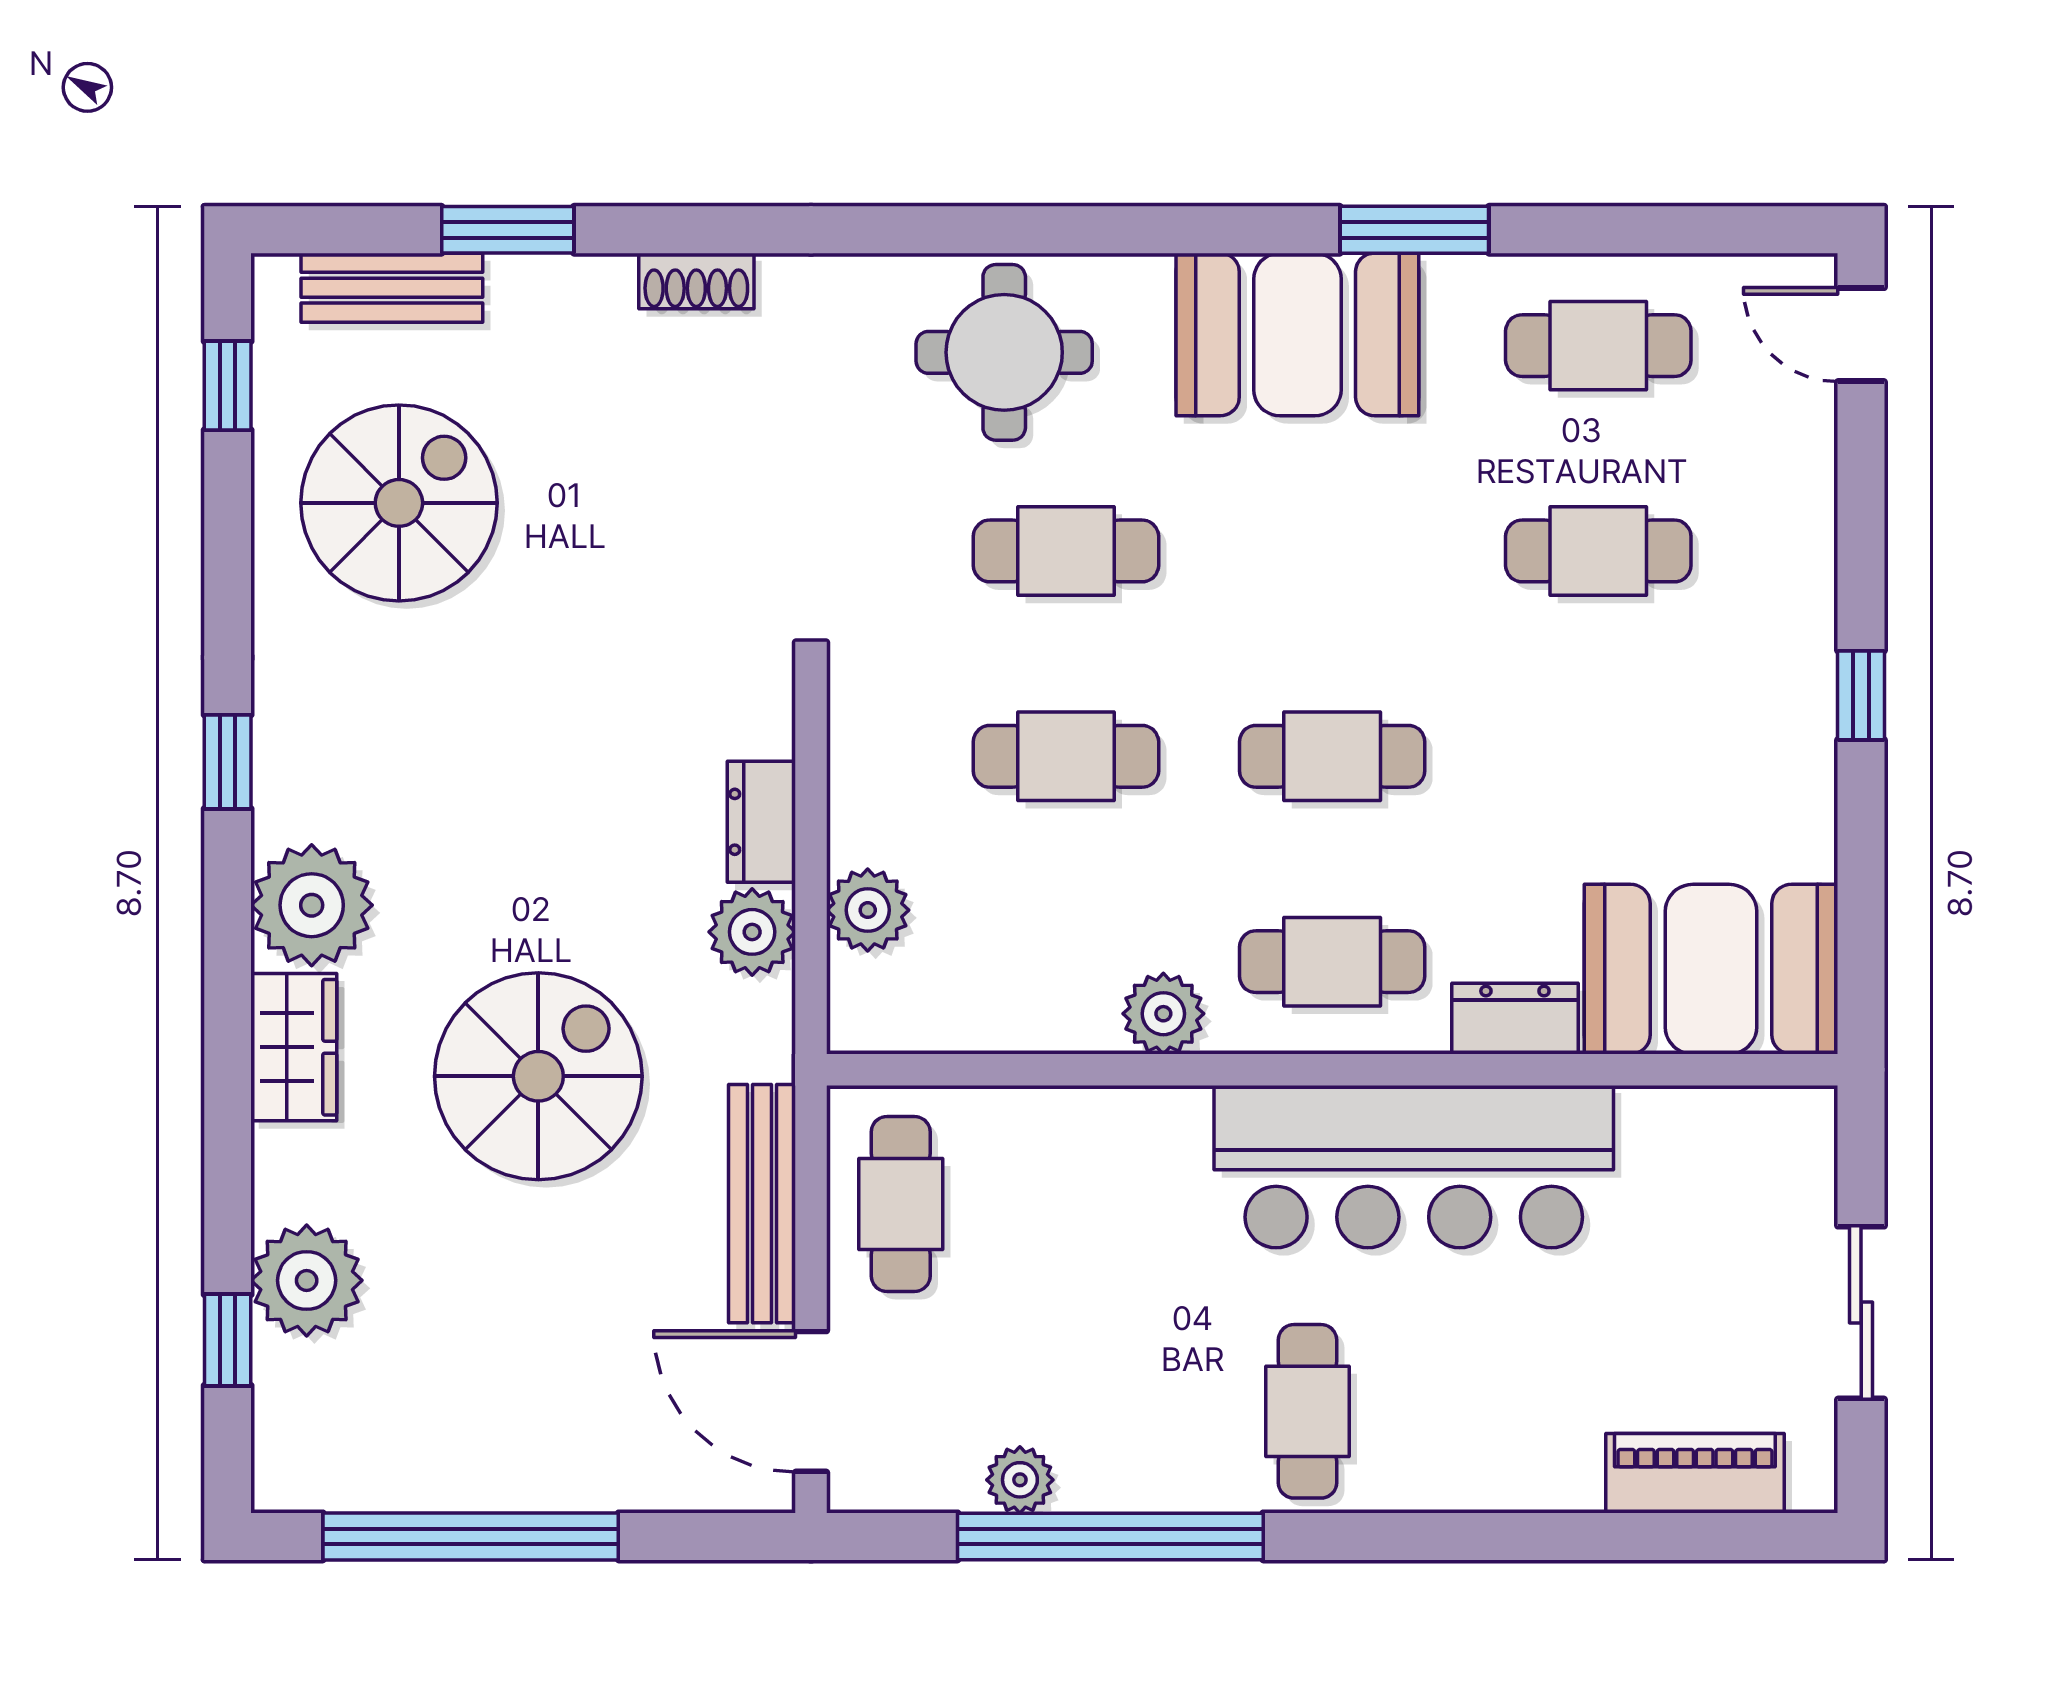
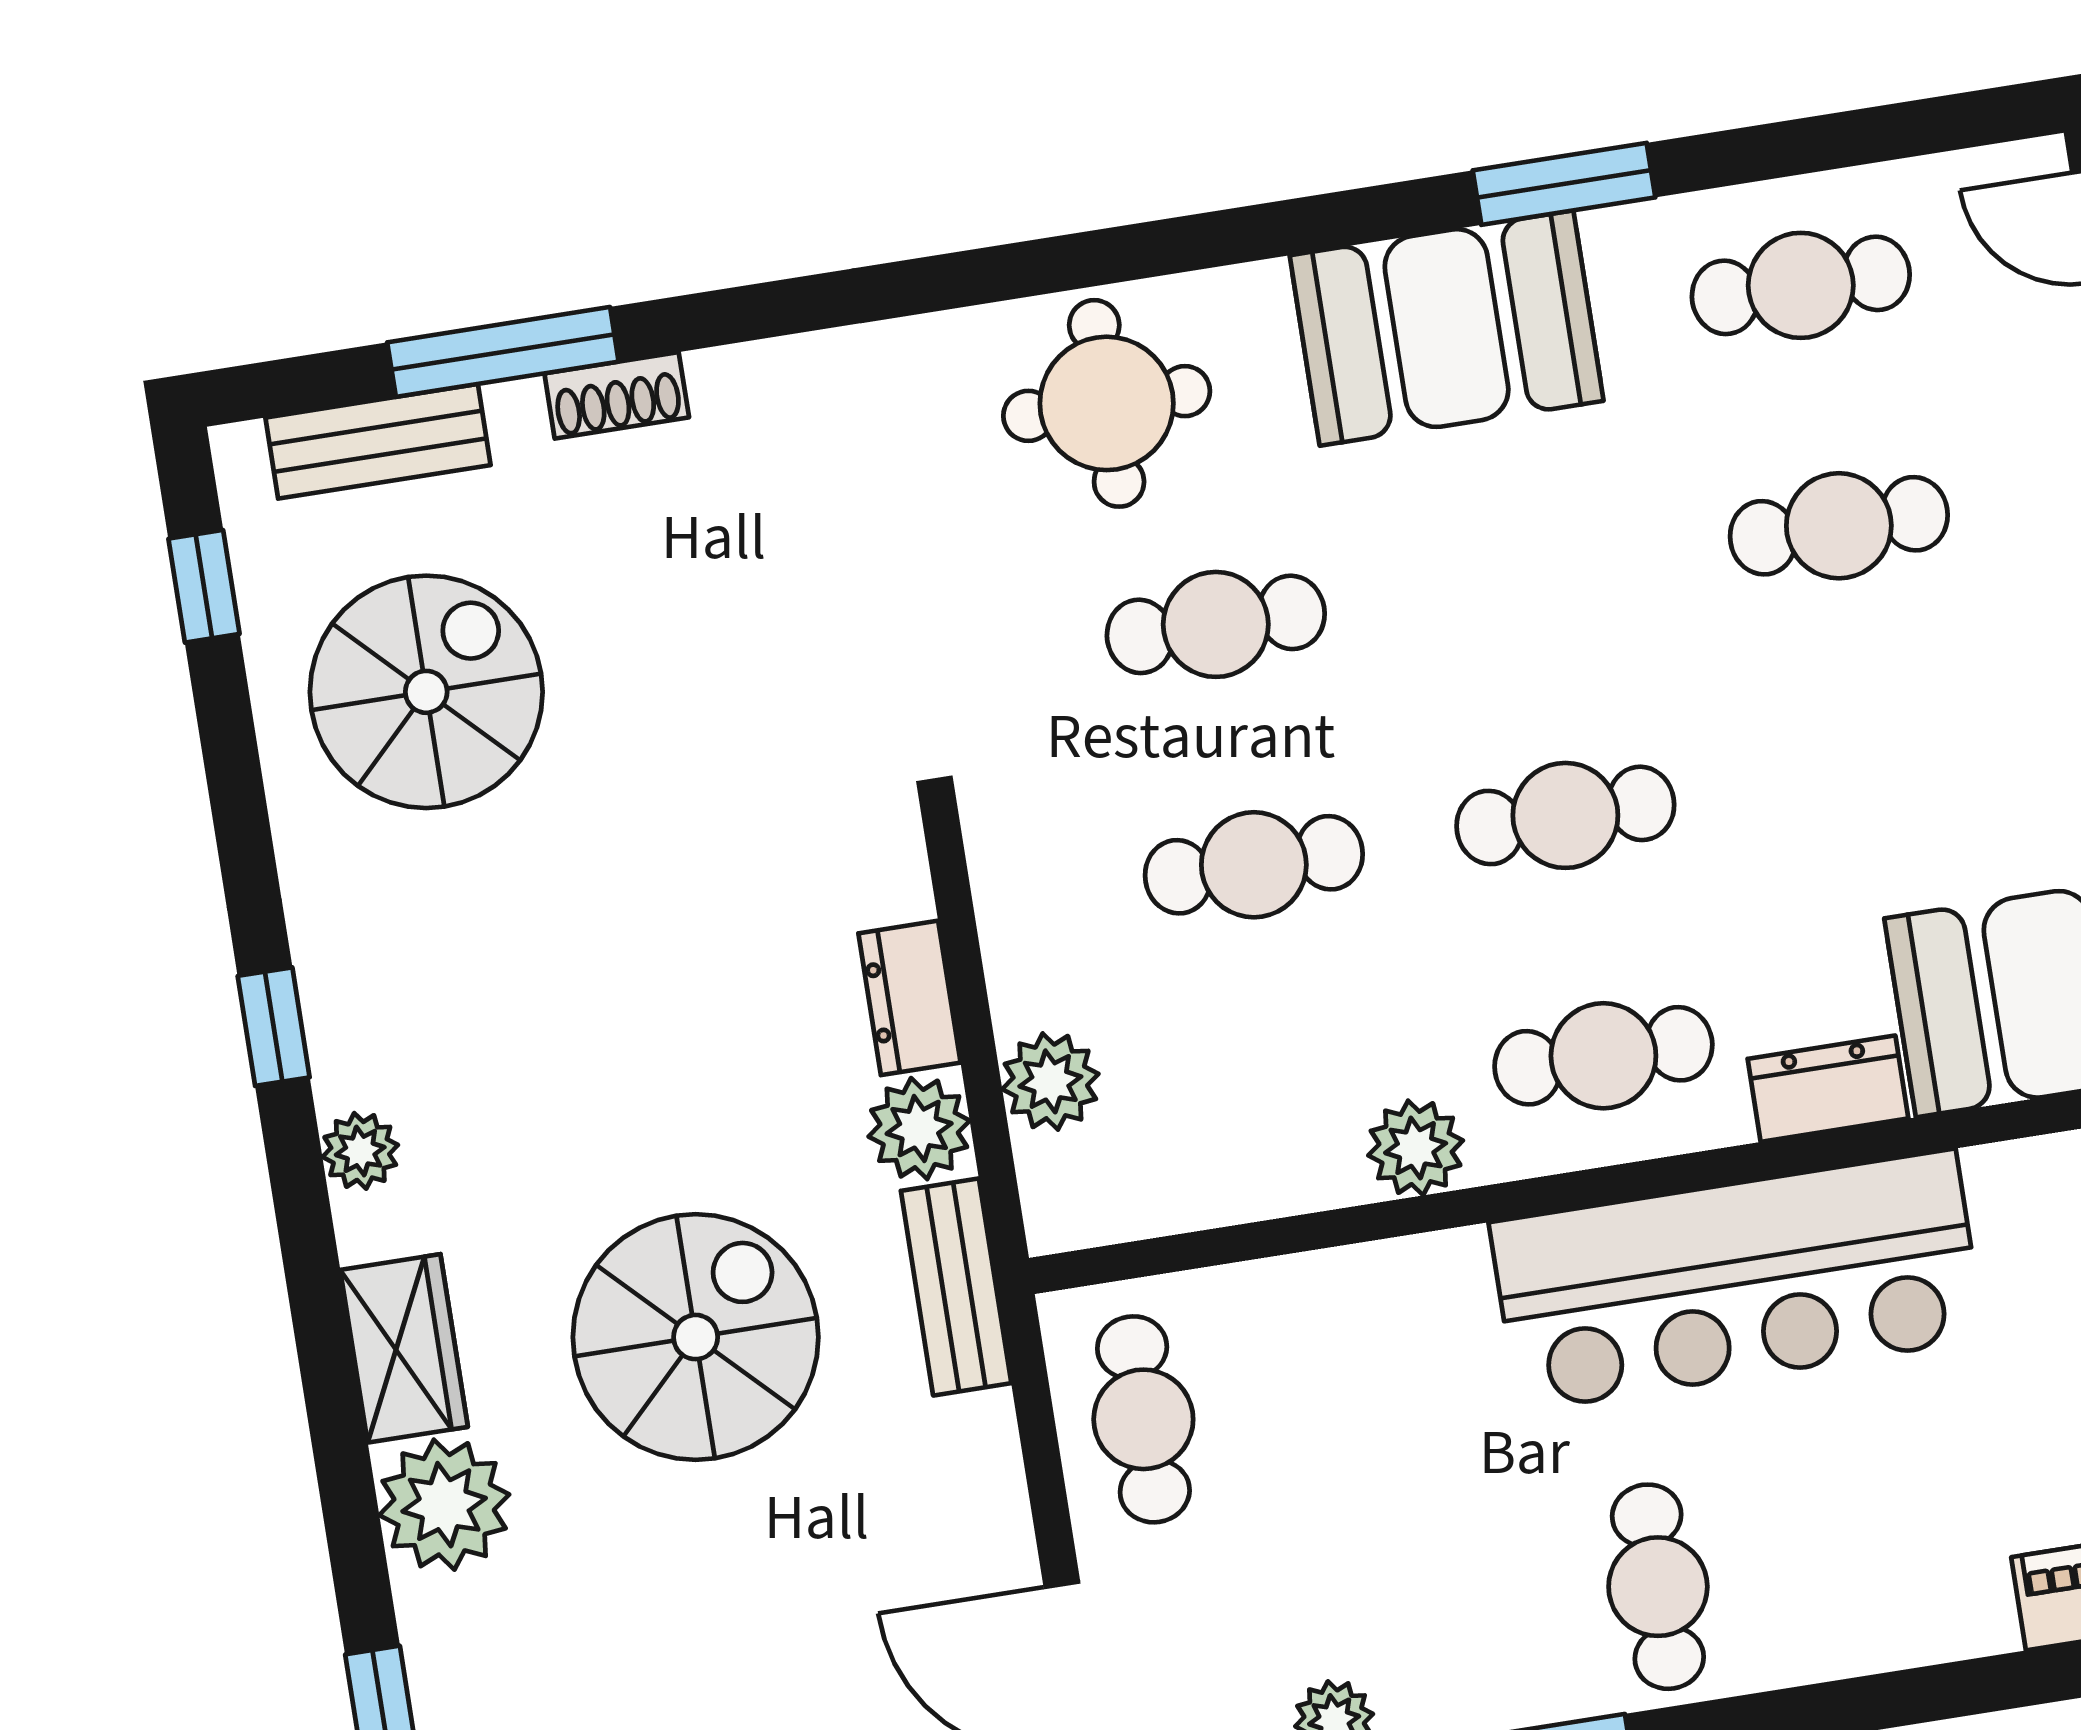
window: (508, 230) -> (503, 352), width x1.44
shoe rack: (696, 281) -> (617, 395), moved
plant: (312, 905) -> (360, 1151), width x0.53, depth x0.53
bench: (762, 1204) -> (956, 1287), moved, width x0.73
plant: (307, 1280) -> (444, 1505), moved

